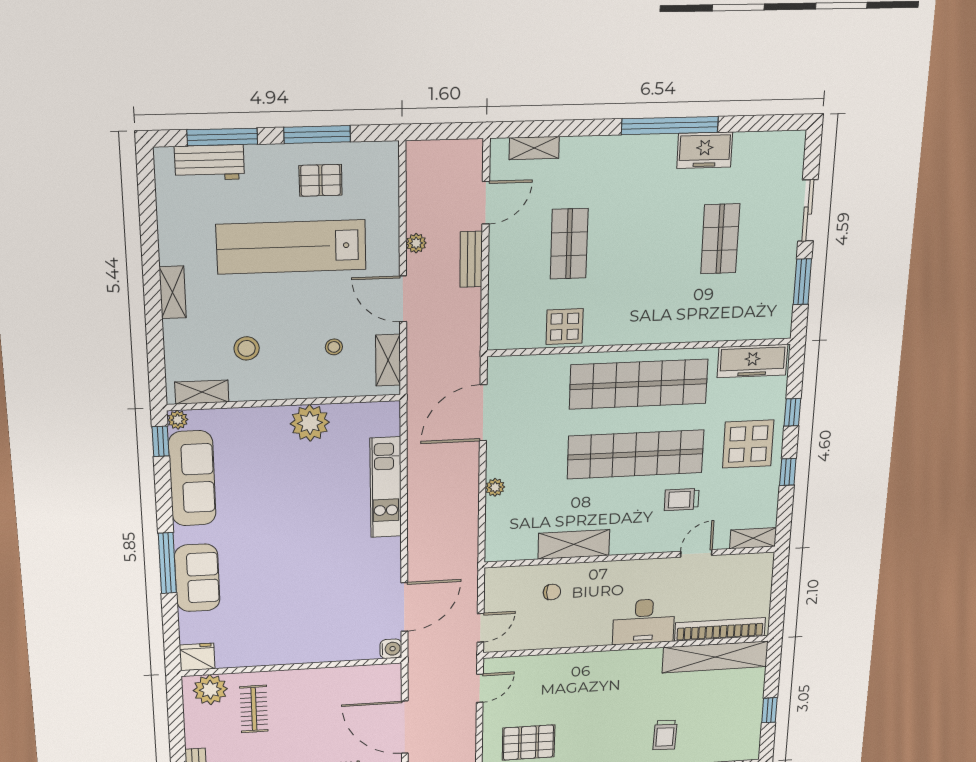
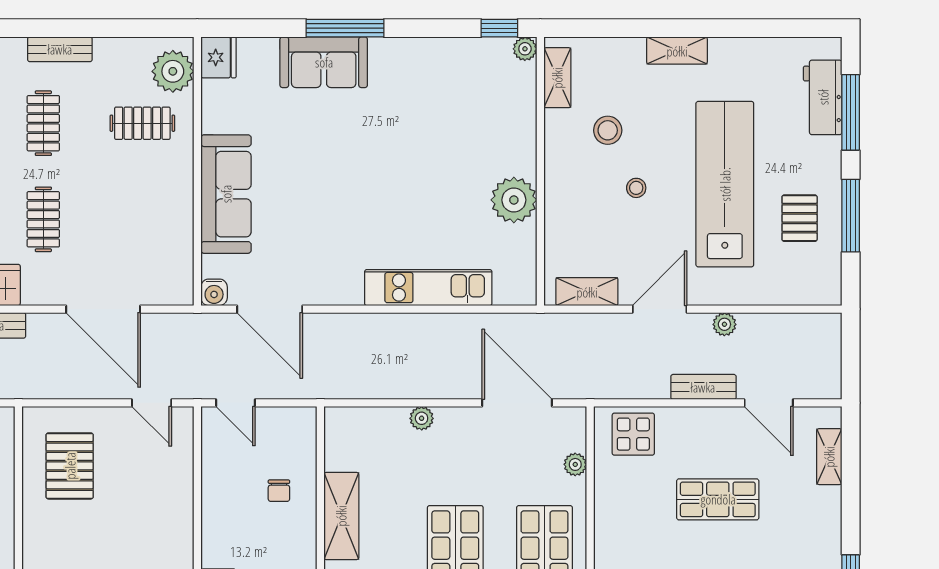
display table: (565, 327) -> (633, 434), moved
stool: (334, 347) -> (636, 188), moved
plant: (536, 364) -> (575, 464), added
sofa: (192, 478) -> (226, 194), moved, turned -90
door: (405, 727) -> (103, 309), swing flipped

